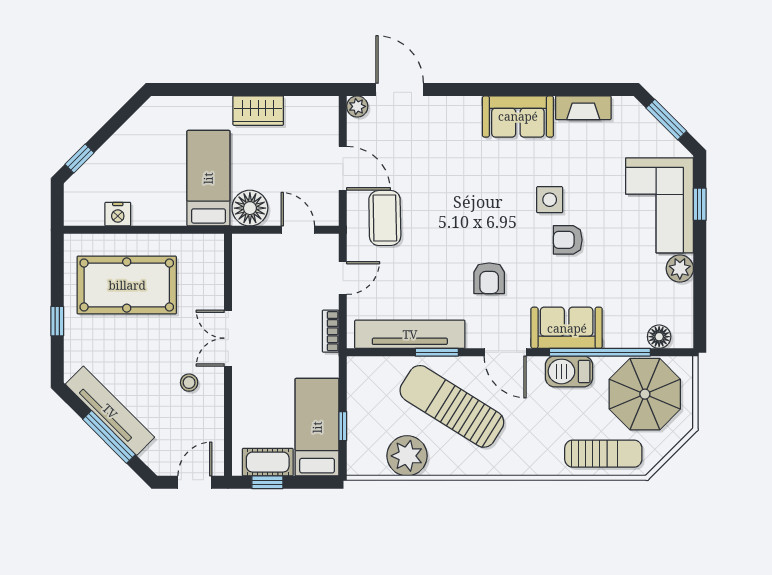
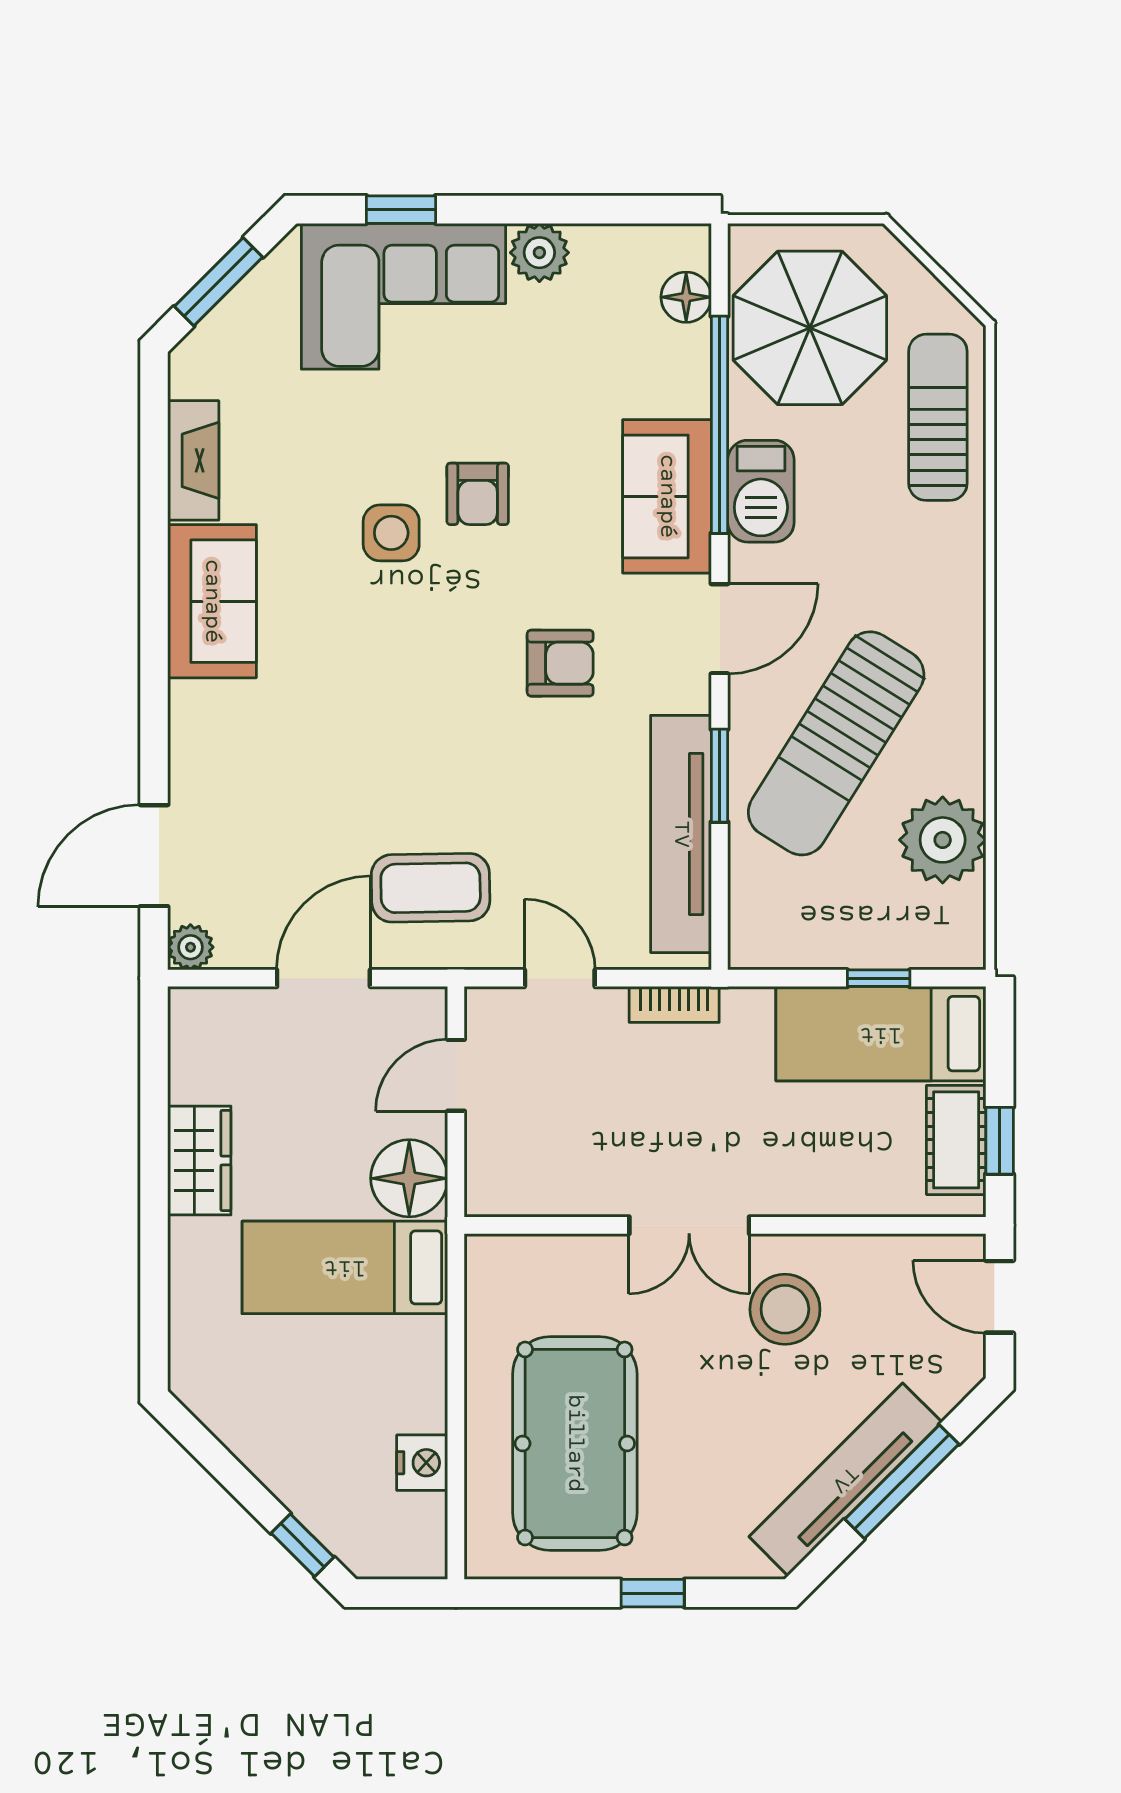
stool: (189, 383) -> (785, 1309), width x1.89, depth x1.89

